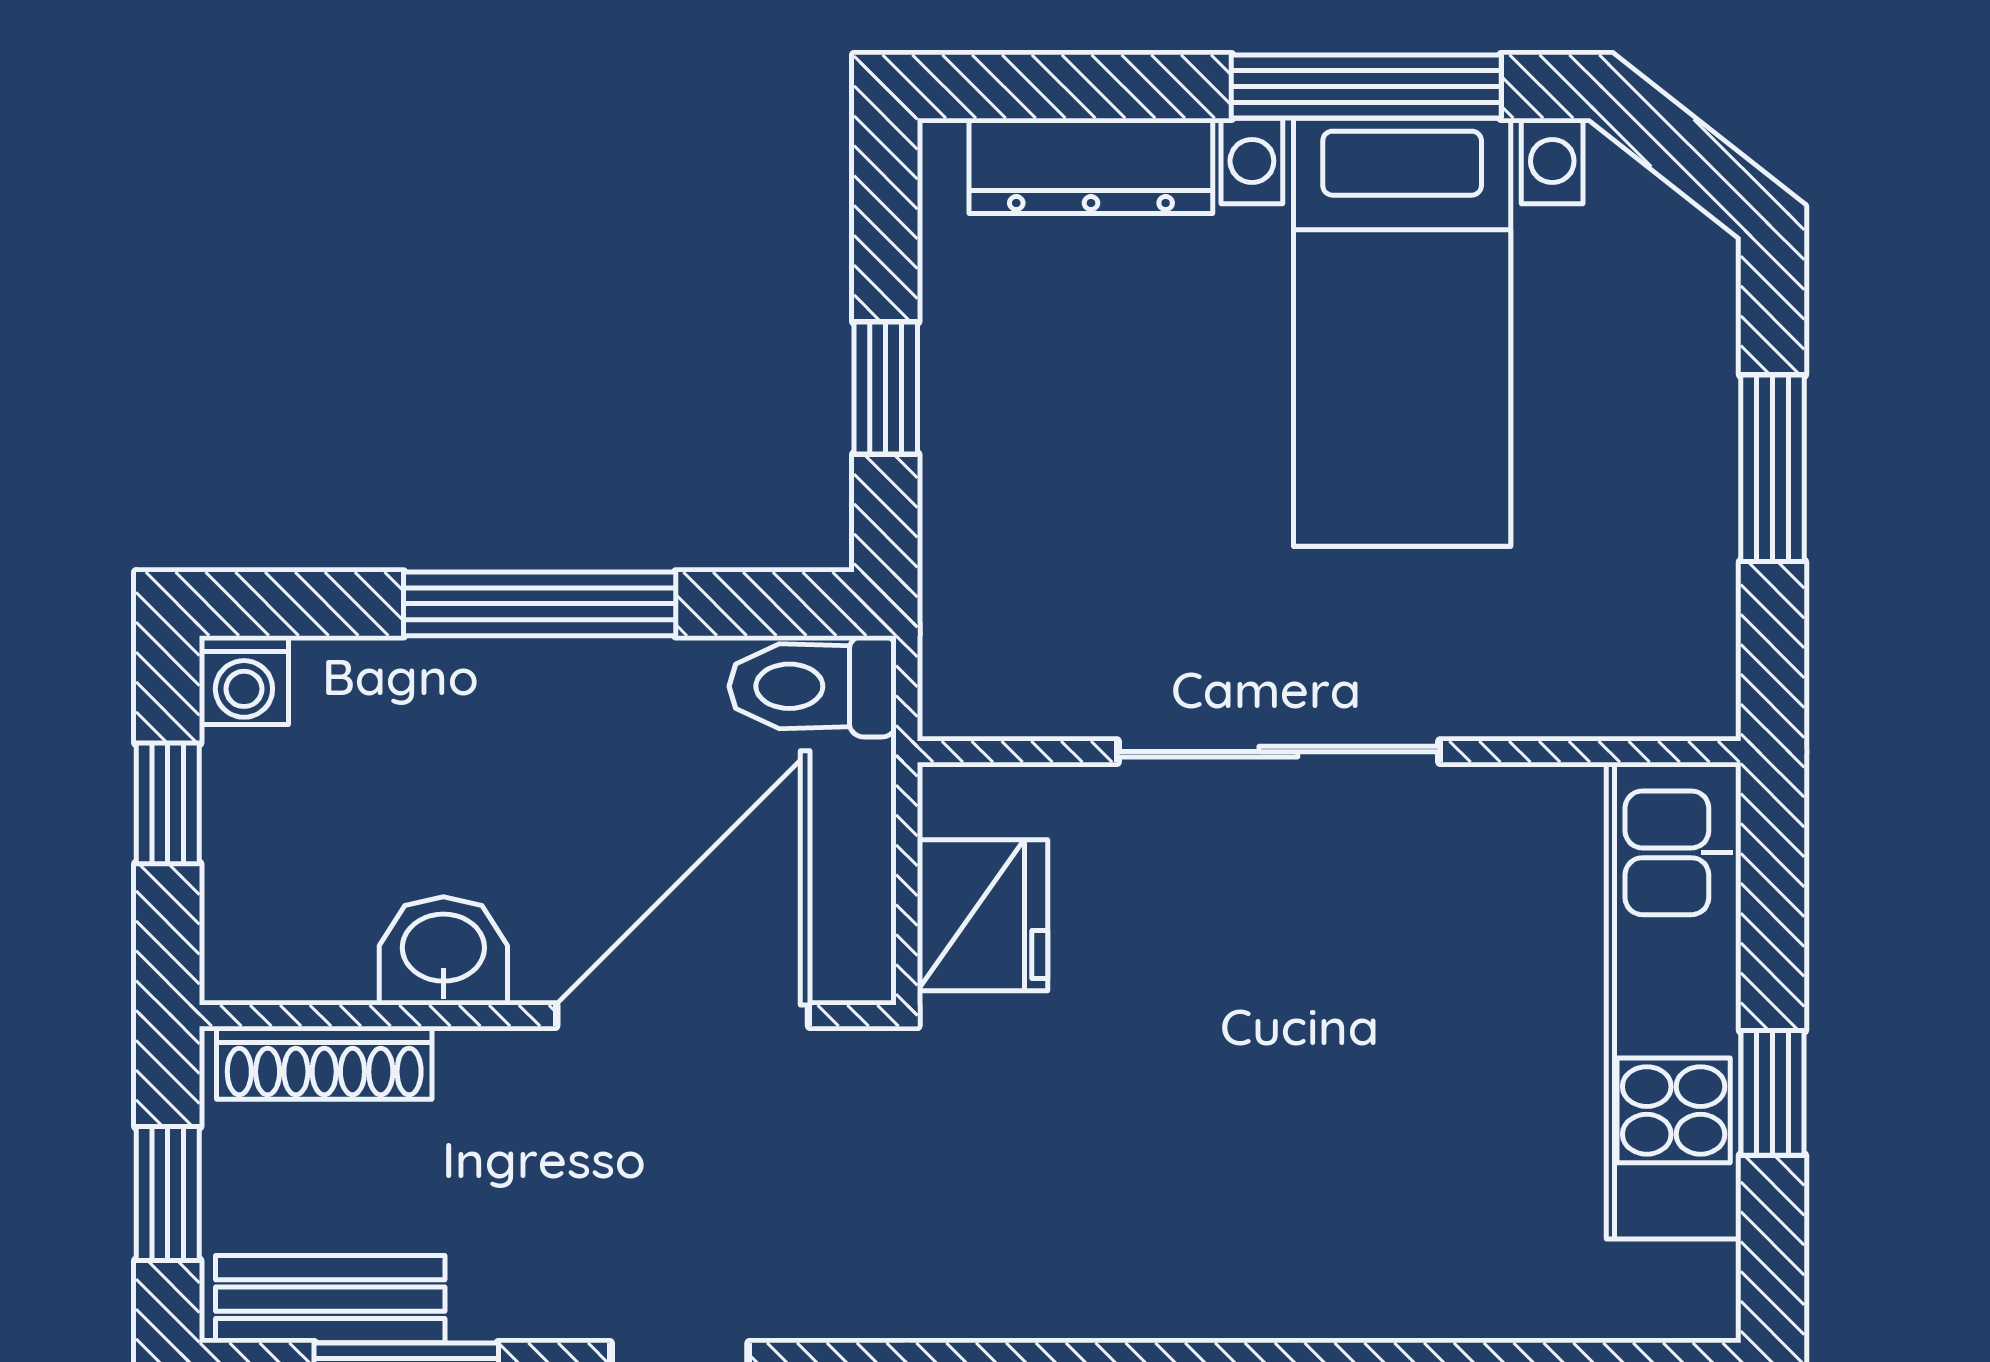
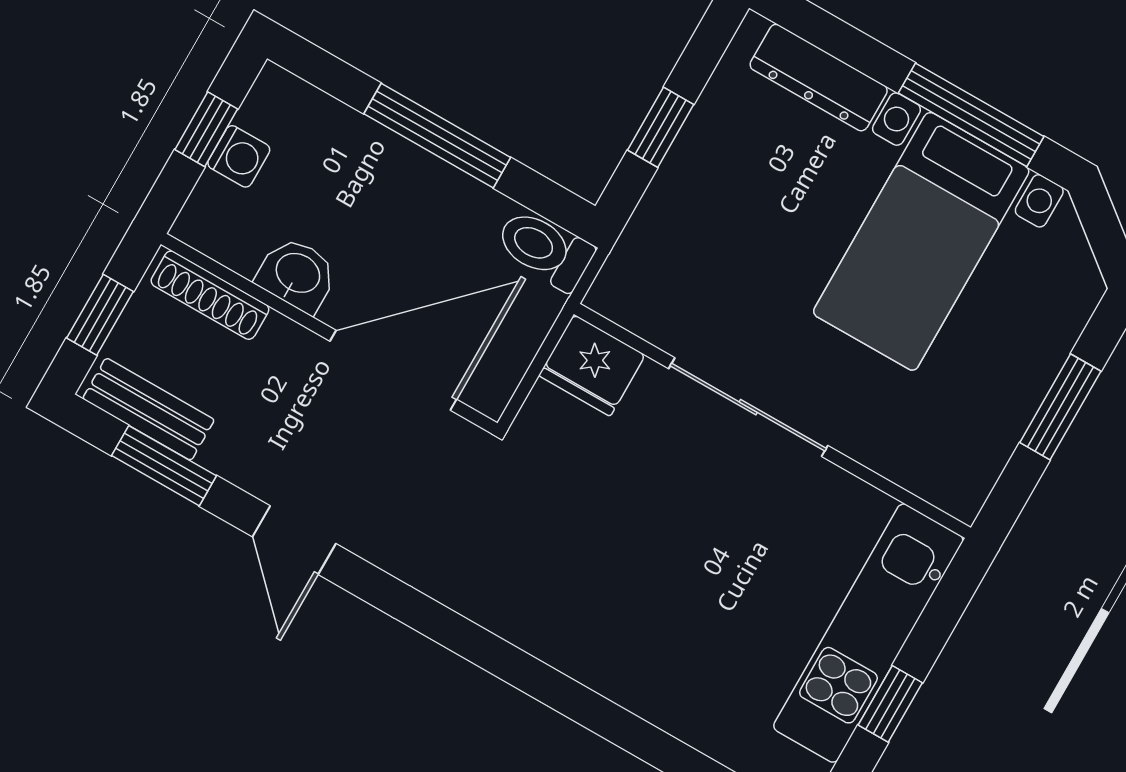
washing machine: (244, 680) -> (239, 156), moved, turned -90
fridge: (982, 915) -> (592, 365), moved, turned 90

